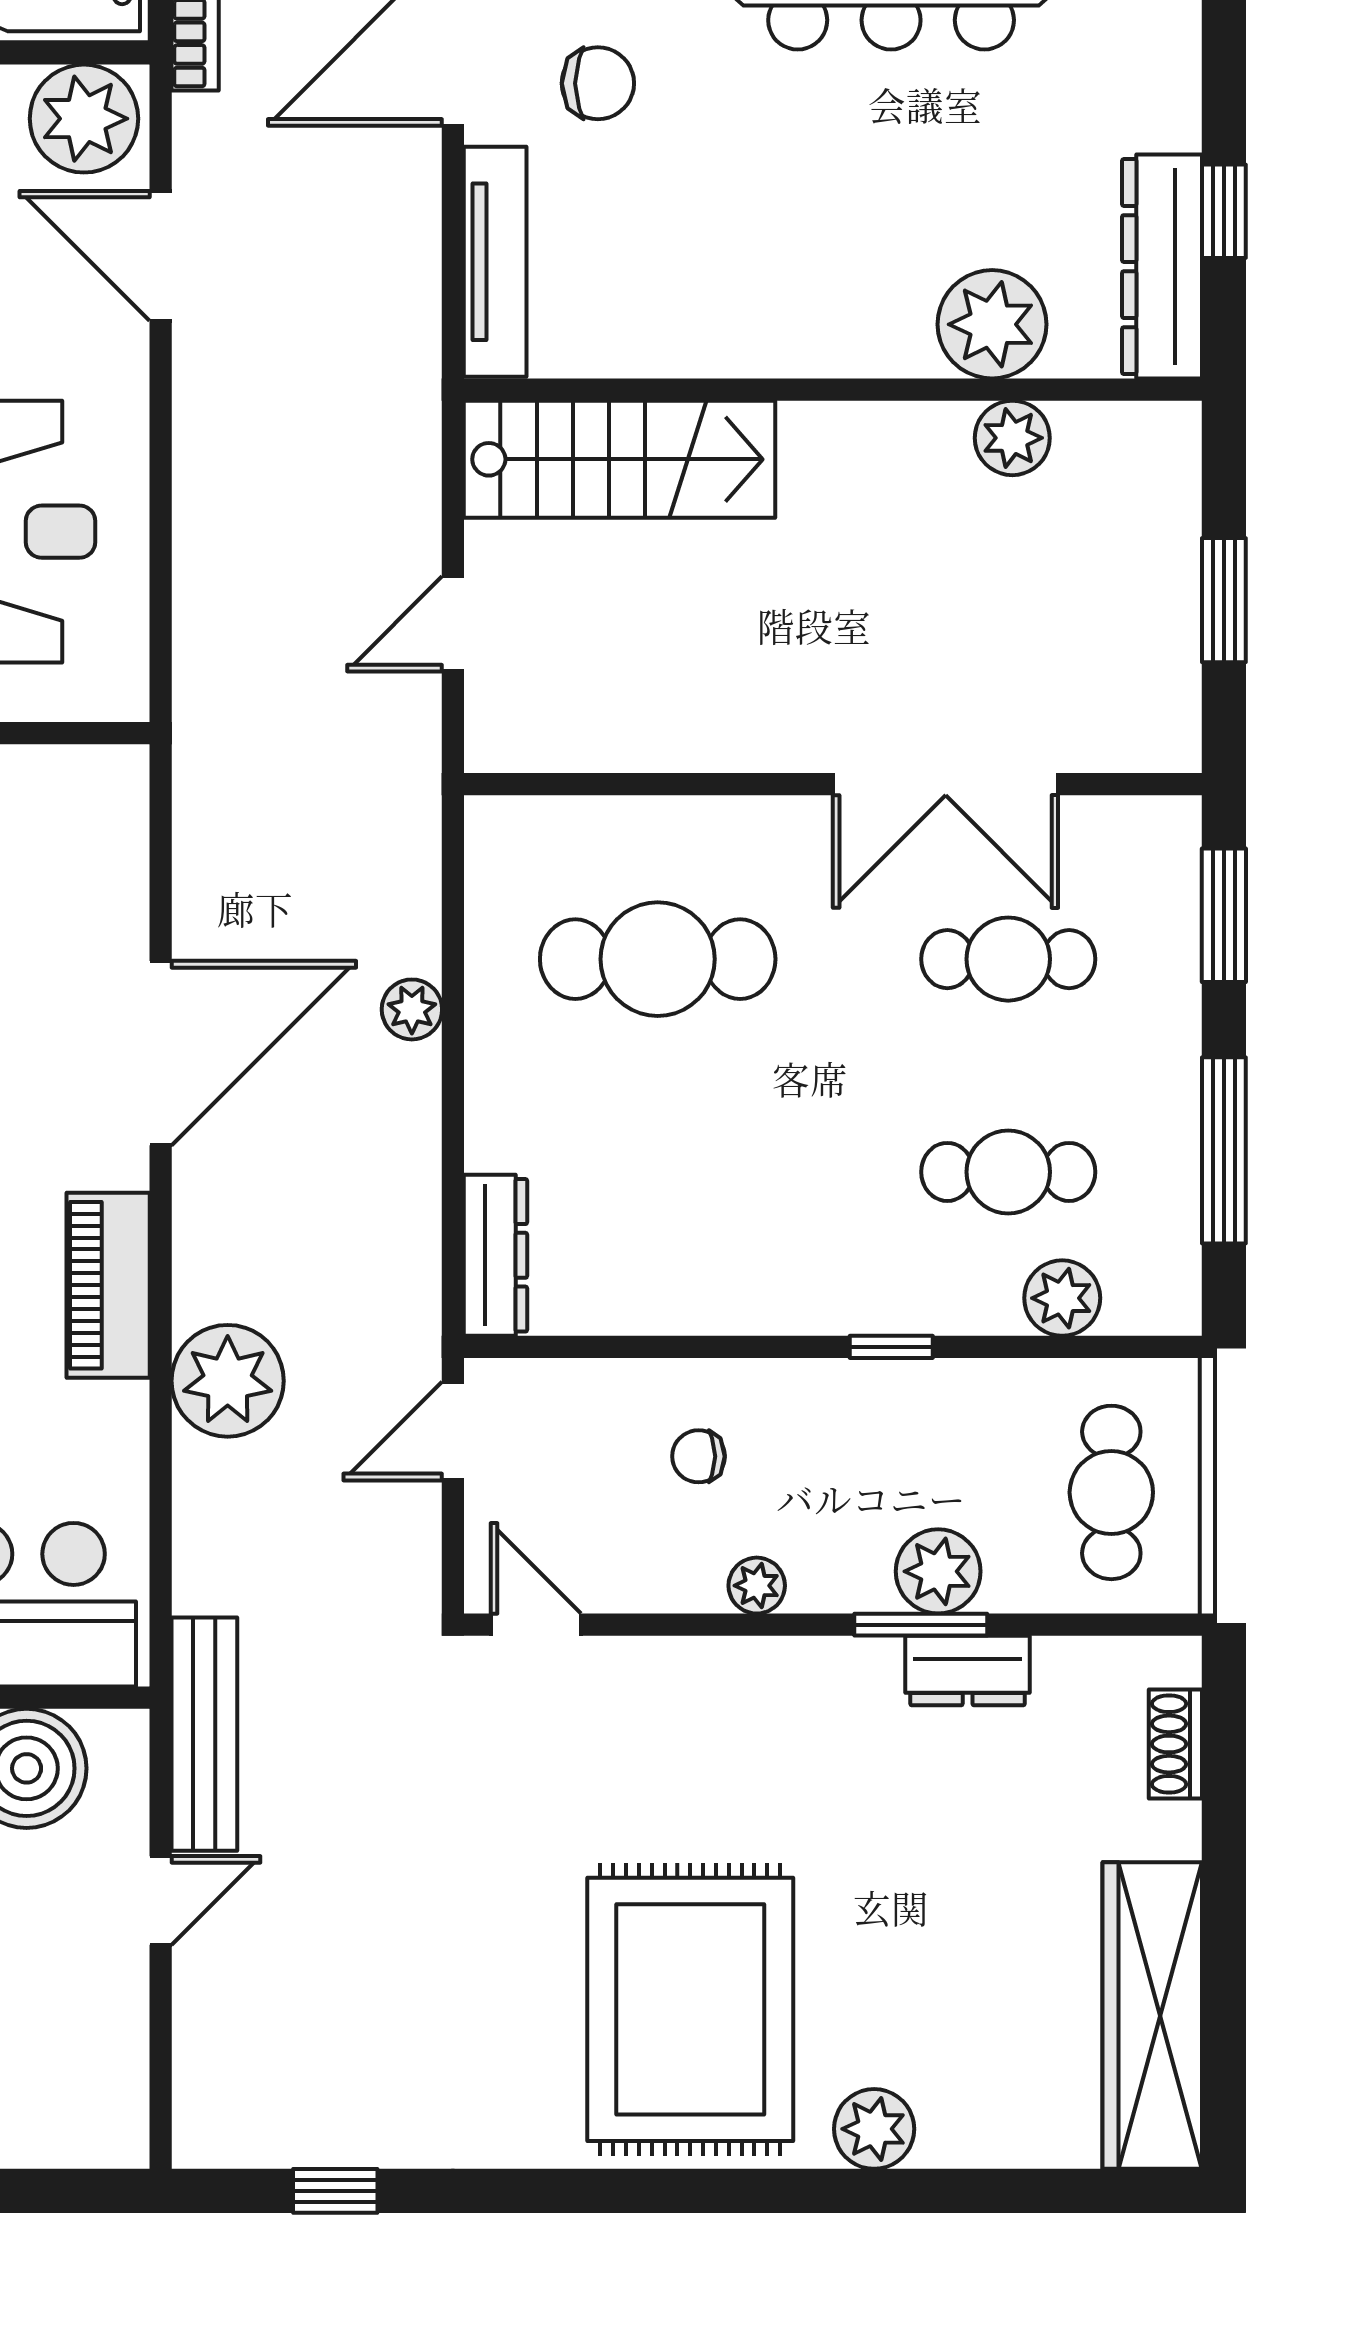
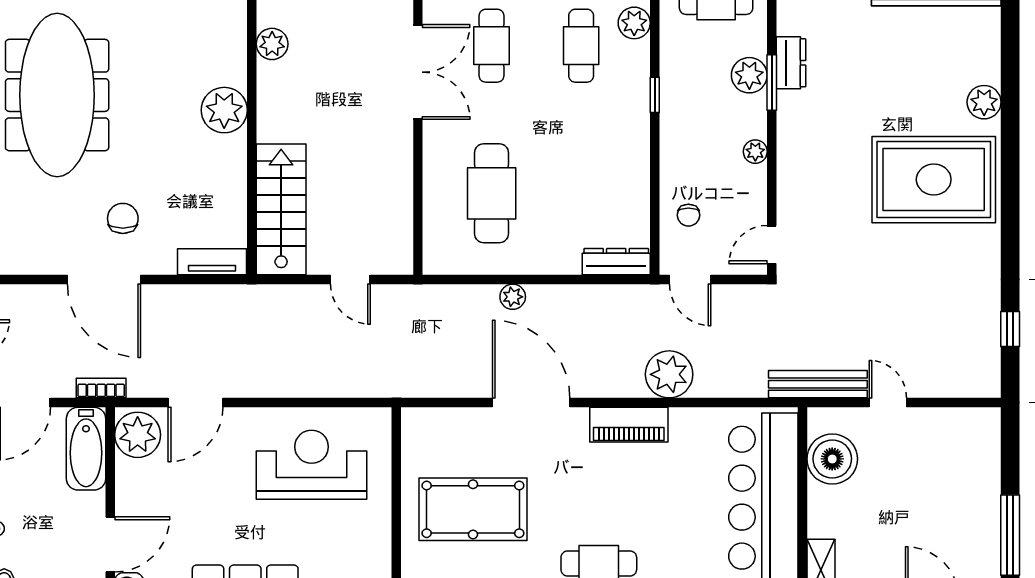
tv unit: (495, 262) -> (212, 262), width x0.71
plant: (992, 324) -> (224, 110), moved
chair: (699, 1456) -> (688, 215), moved

